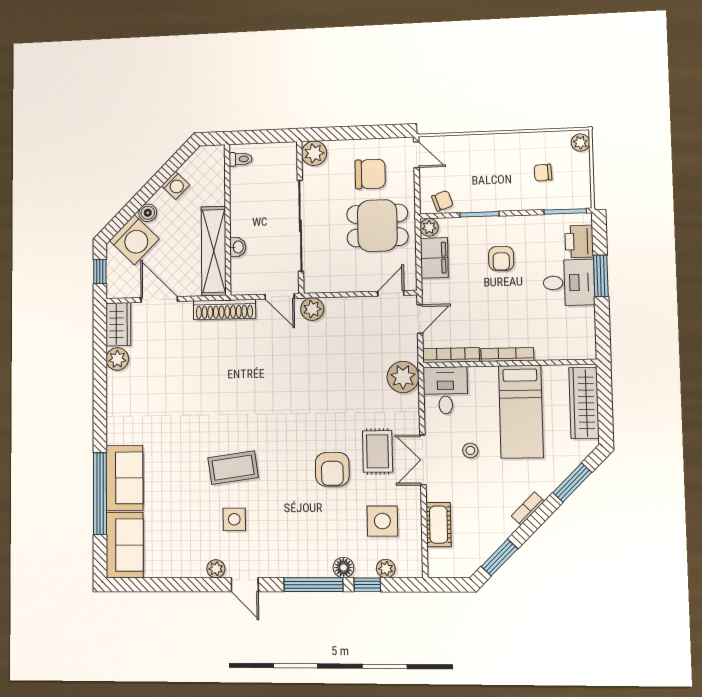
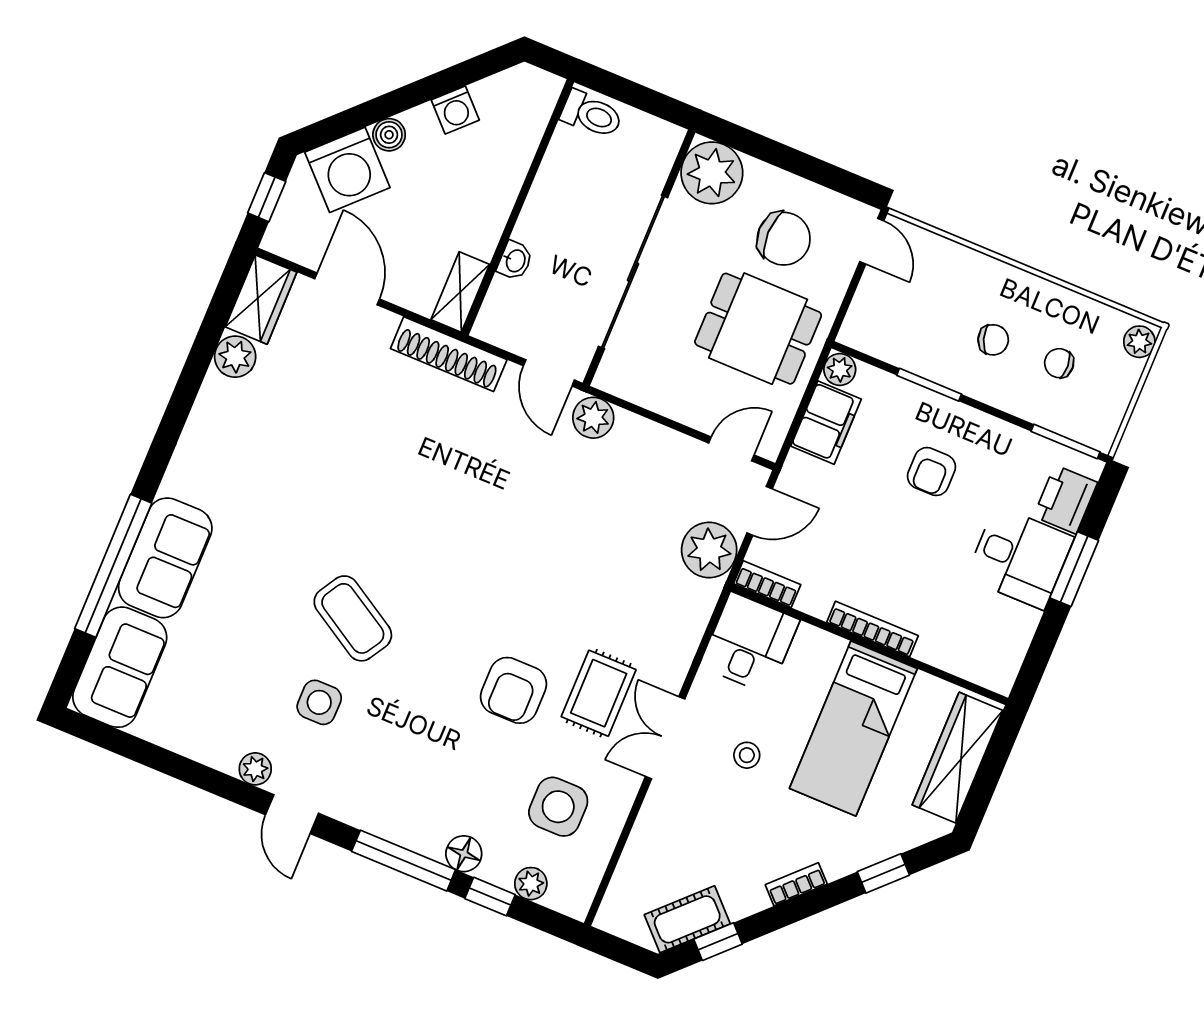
plant: (314, 153) -> (712, 173), width x1.36, depth x1.36
toilet: (241, 159) -> (592, 114), width x1.37, depth x1.39
chair: (442, 201) -> (993, 340), moved
shelving: (214, 251) -> (460, 292), width x0.45, depth x0.75
bookcase: (451, 355) -> (767, 584), width x0.64
plant: (403, 377) -> (709, 550), moved
coffee table: (233, 468) -> (353, 618), turned 39
window: (572, 483) -> (883, 873), width x0.67
cot: (439, 525) -> (687, 919), moved, turned 45
window: (499, 558) -> (718, 942), width x0.67

